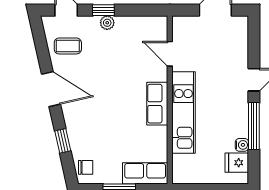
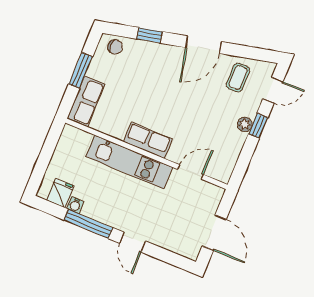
chair: (86, 167) -> (115, 47), turned -90

